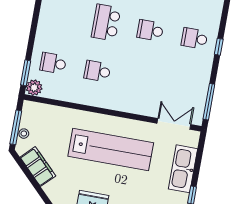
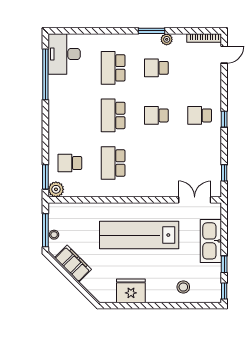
school desk: (97, 71) -> (113, 163), width x1.85
window: (209, 102) -> (224, 173), width x0.46
lab bench: (111, 150) -> (139, 235), turned 180

